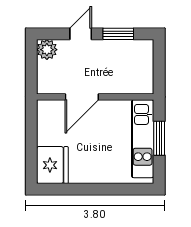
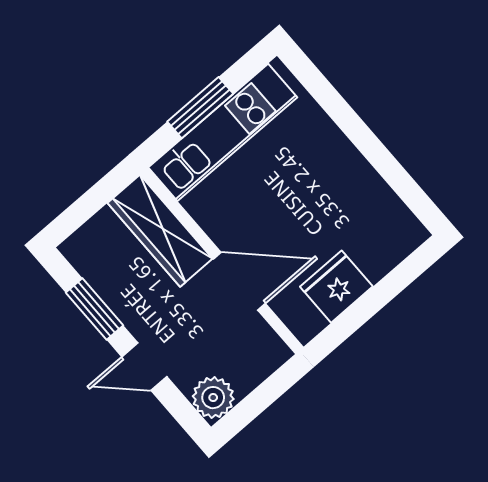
wardrobe: (126, 84) -> (160, 231), added
fridge: (52, 165) -> (336, 287), moved, width x0.73, depth x0.75

